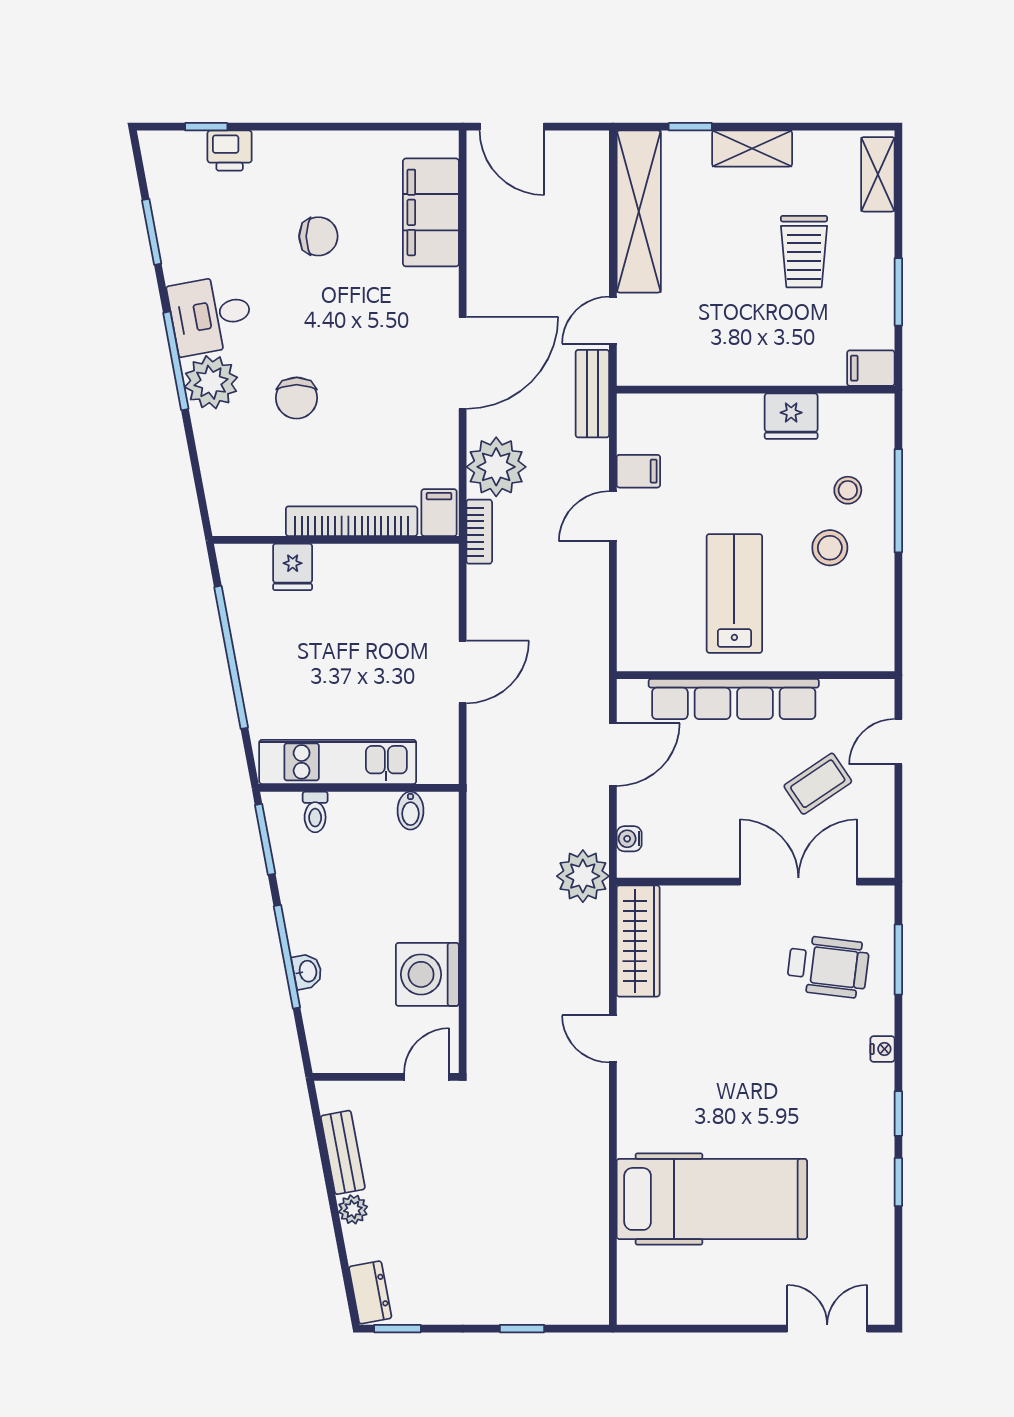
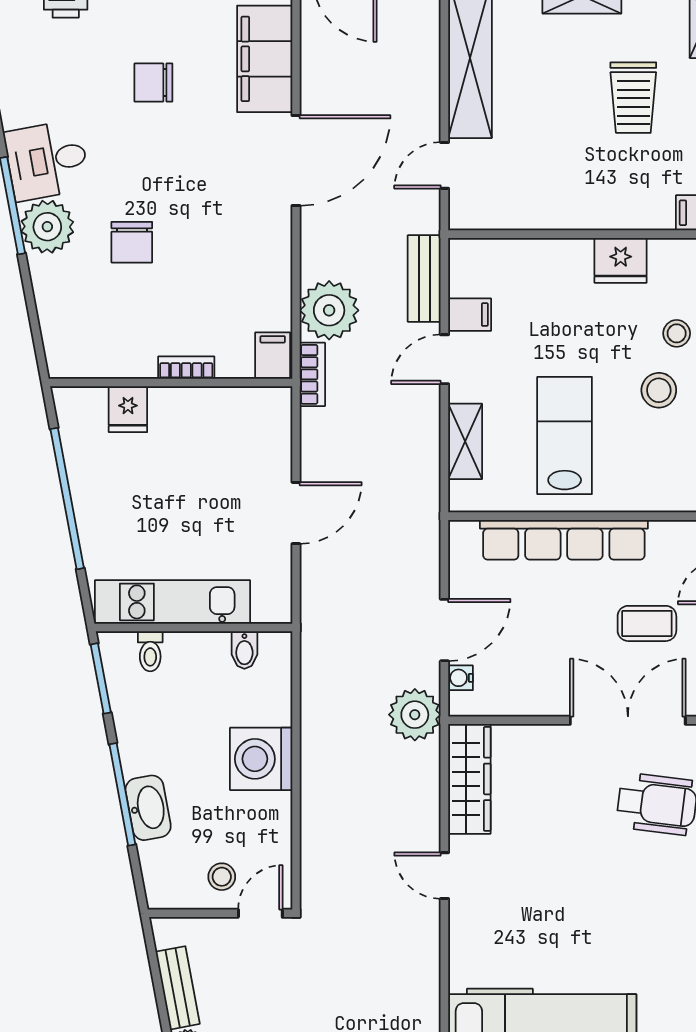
chair: (318, 236) -> (153, 83), turned 180
door: (463, 363) -> (296, 160), moved
bench: (592, 394) -> (424, 279), moved
bookcase: (352, 521) -> (186, 368), width x0.43, depth x0.76
shelving: (634, 600) -> (465, 441), added
door: (613, 755) -> (444, 630), moved
coffee table: (818, 784) -> (647, 623), turned 34
washbasin: (307, 971) -> (148, 808), width x1.91, depth x1.45
washing machine: (427, 974) -> (261, 759), moved
stool: (388, 1040) -> (222, 877), added

